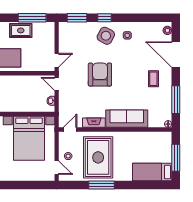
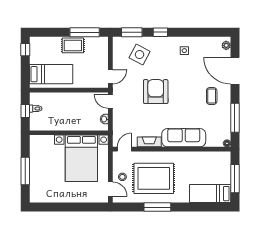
side table: (106, 36) -> (140, 55), moved
rug: (98, 157) -> (154, 178), turned 90

